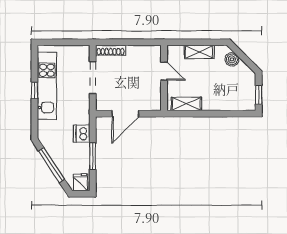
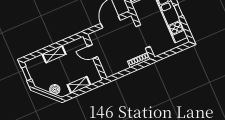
door: (164, 71) -> (93, 52), moved
shelving: (186, 104) -> (54, 54), moved

